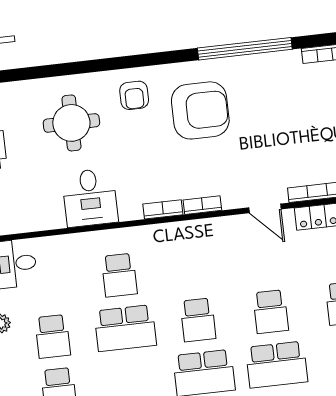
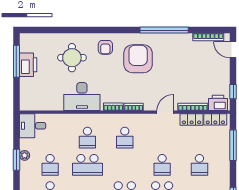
armchair: (200, 110) -> (138, 59), turned -90
desk: (90, 198) -> (82, 97), width x1.37
door: (265, 208) -> (165, 112), swing flipped
school desk: (198, 320) -> (125, 138), moved

